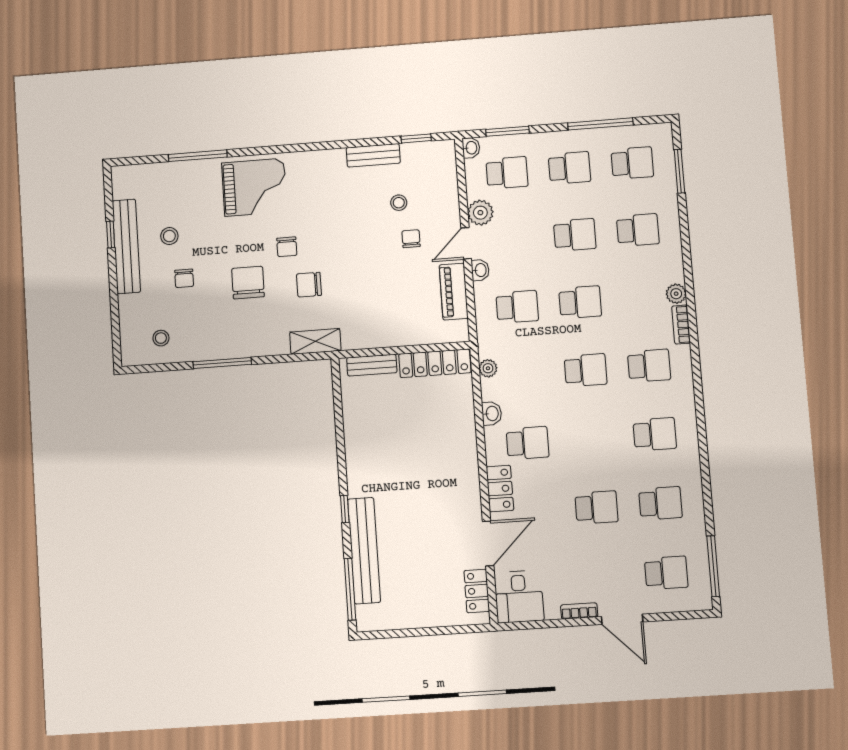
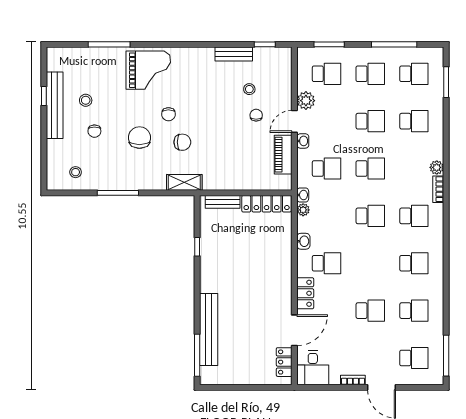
washbasin: (471, 148) -> (303, 195), moved
chair: (309, 285) -> (182, 142), turned 180
window: (345, 509) -> (197, 247), moved

